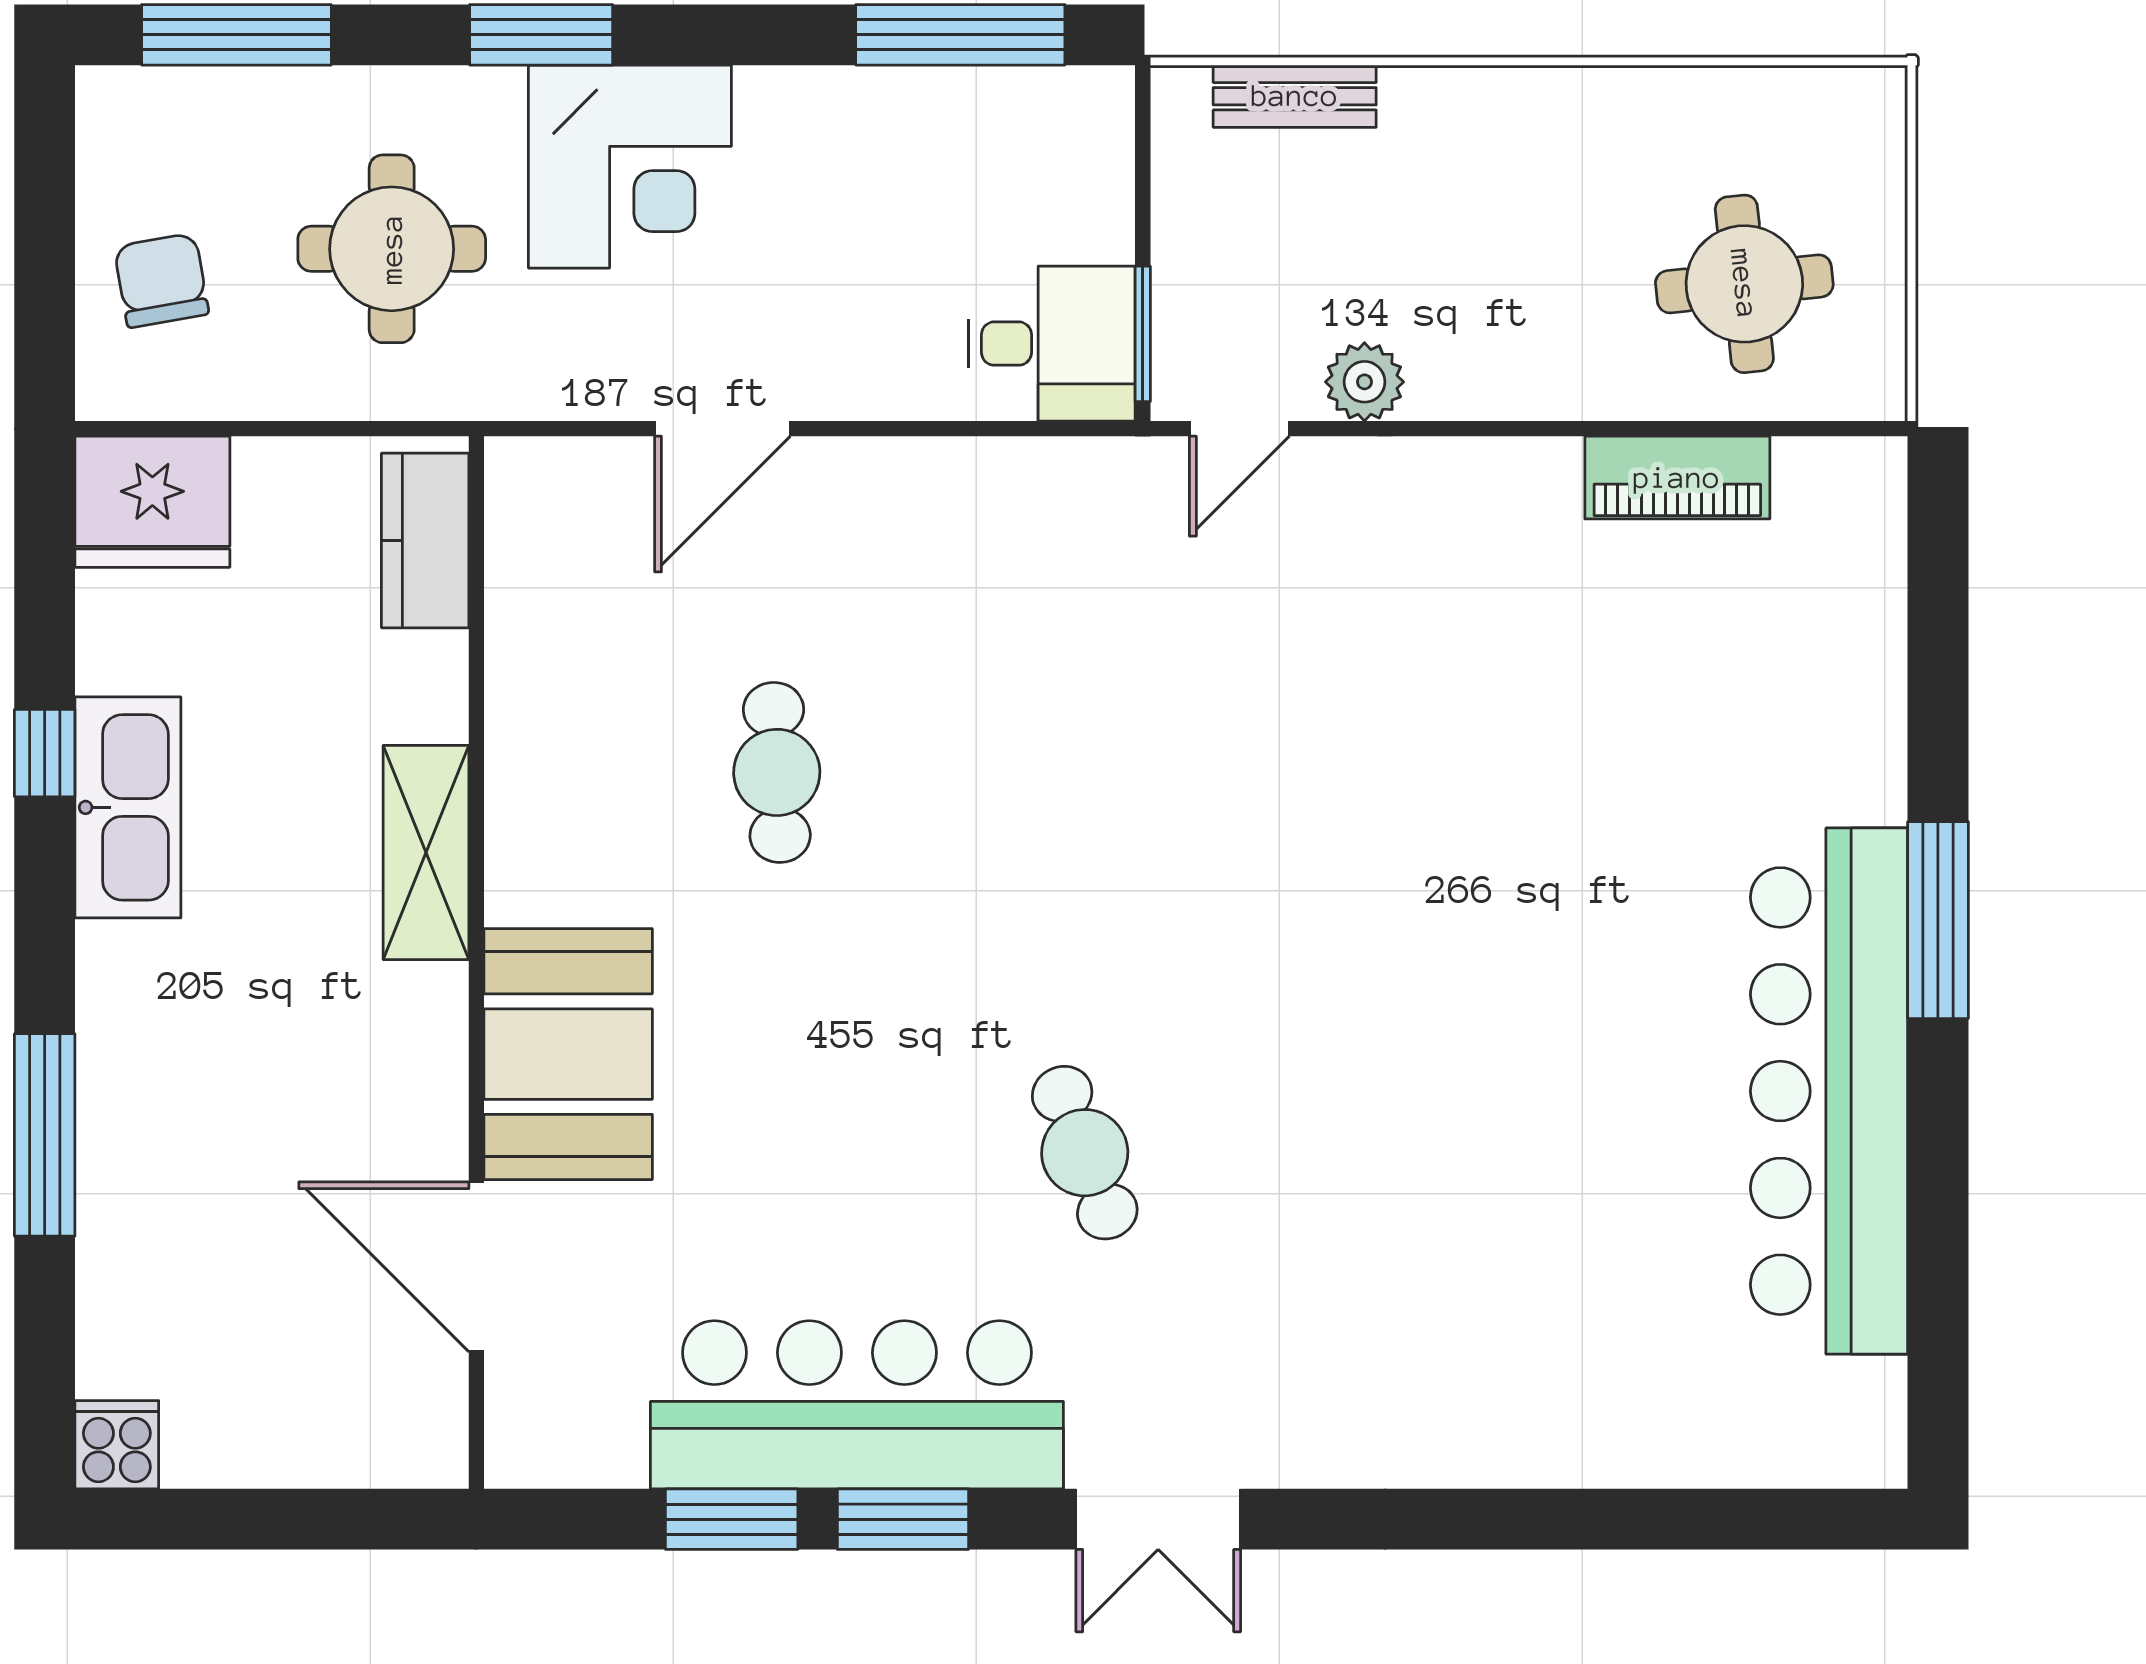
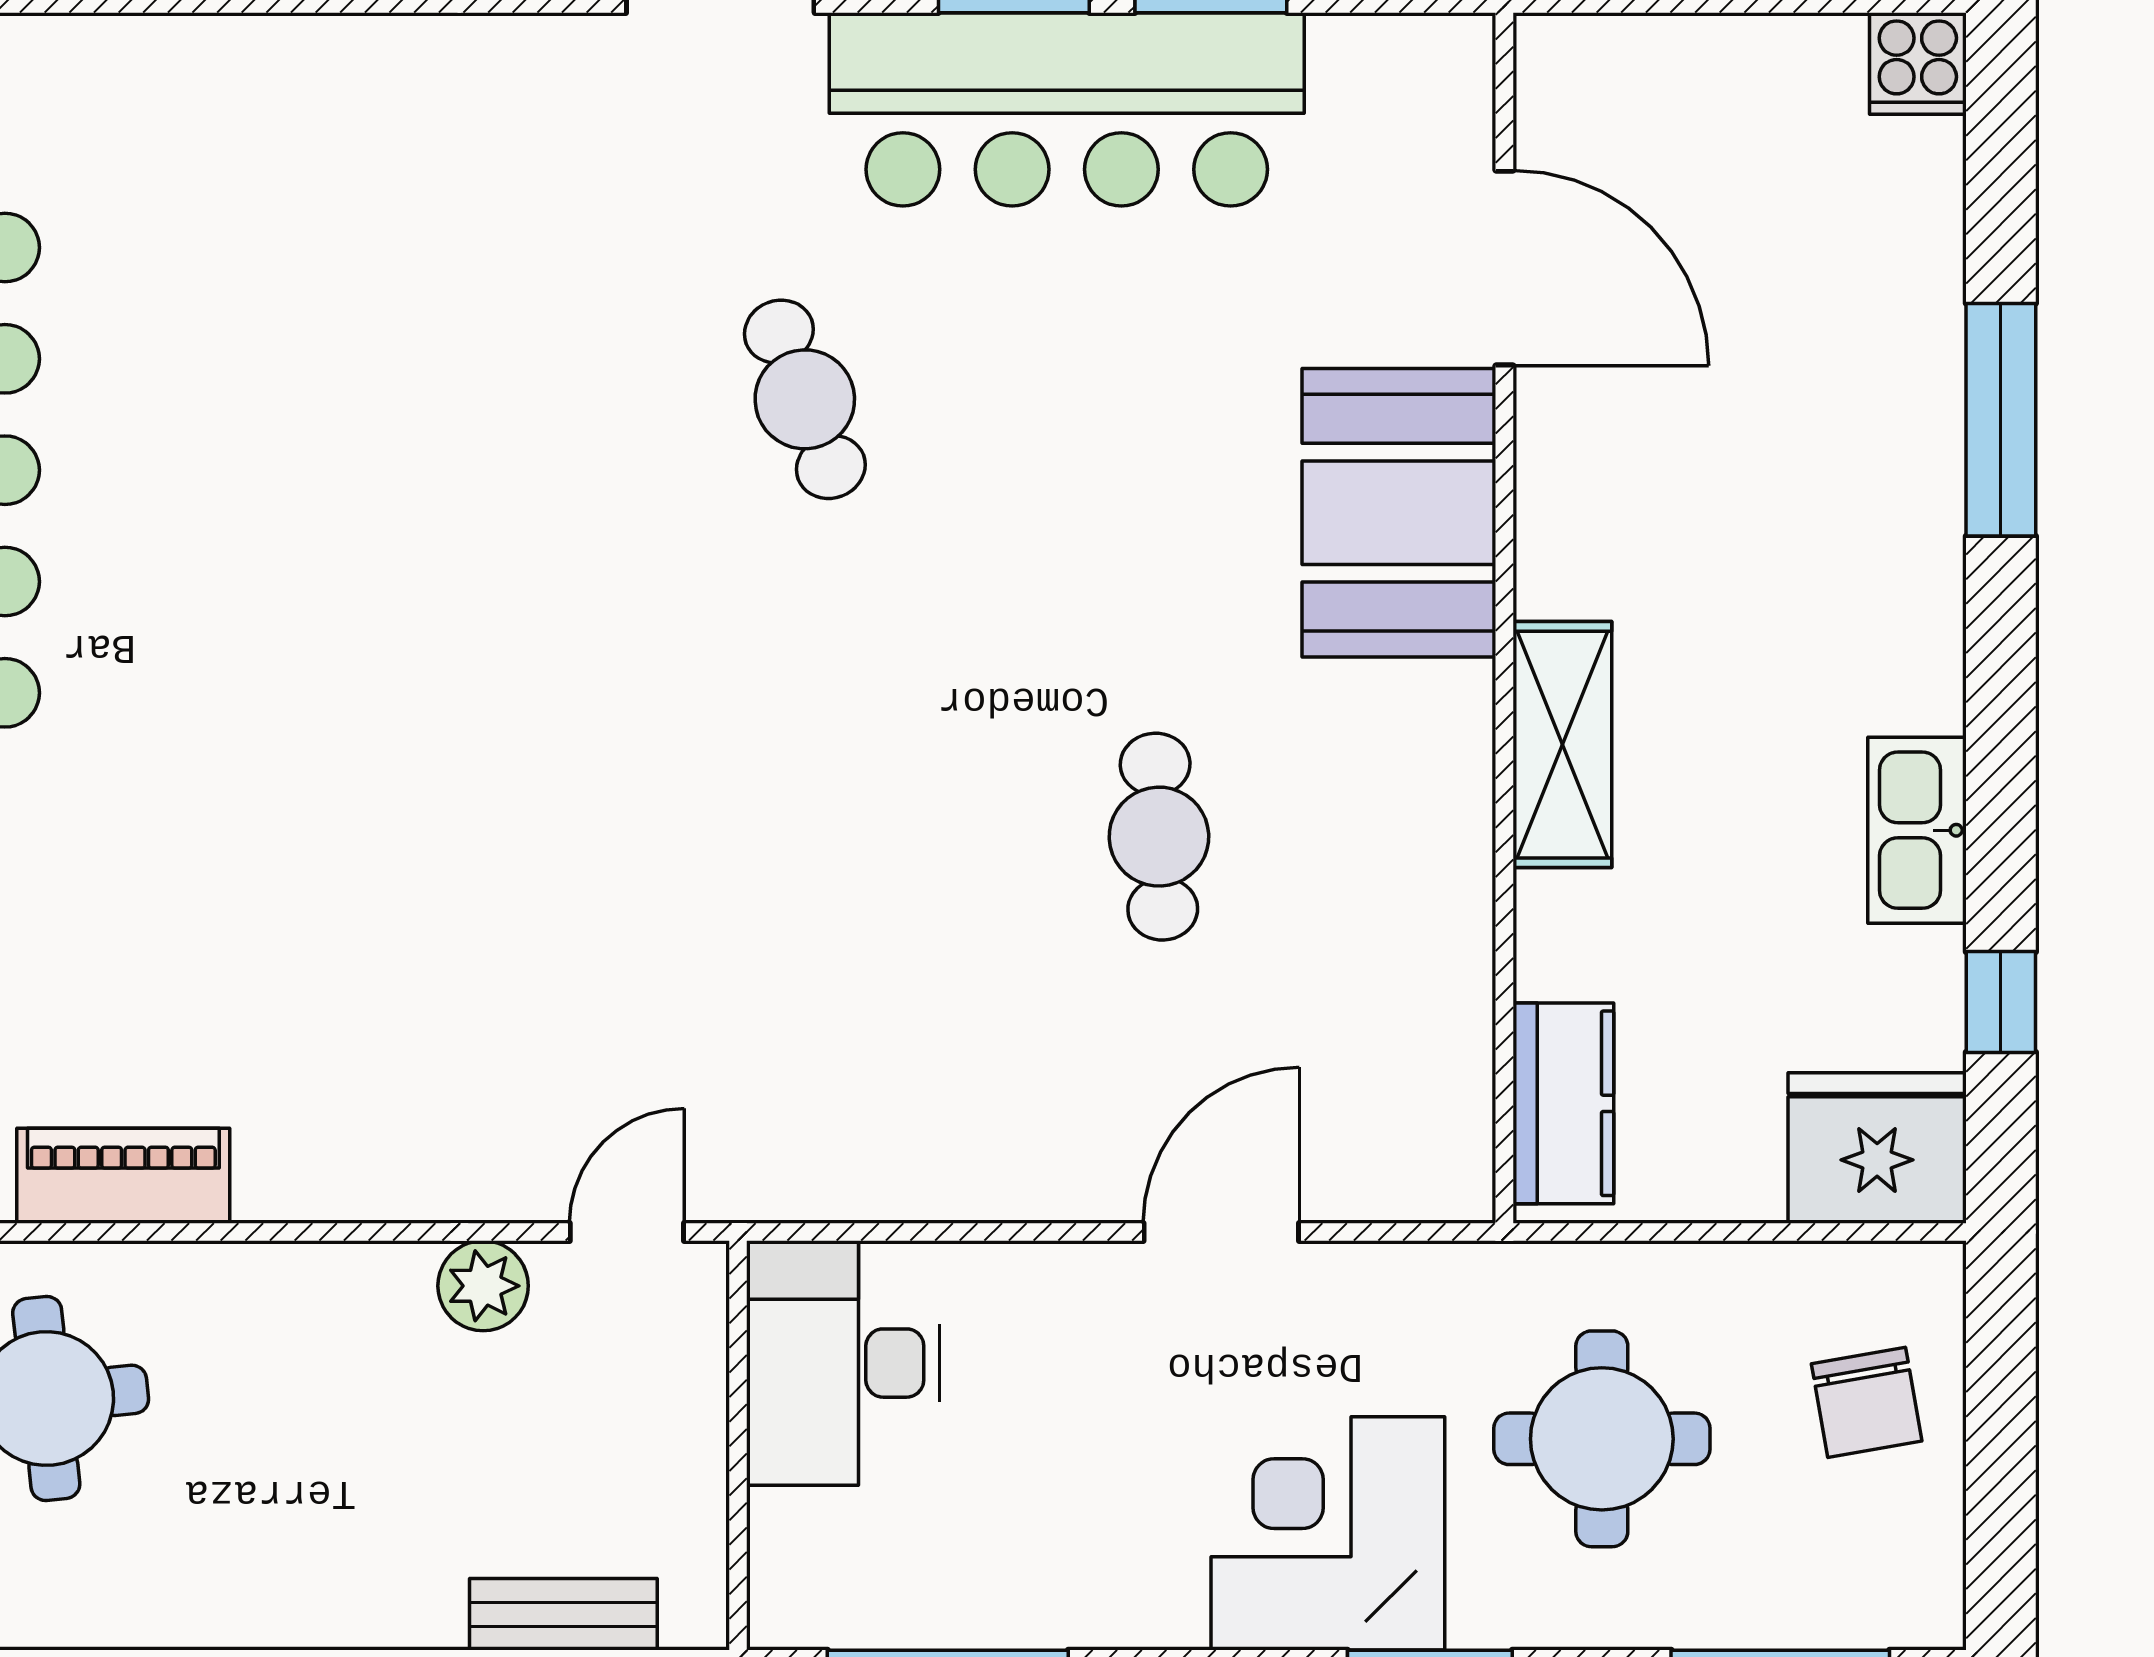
window: (1143, 334) -> (738, 1341), removed
desk: (1052, 344) -> (843, 1363), width x1.37
window: (45, 753) -> (2001, 1002), moved
kitchen sink: (128, 807) -> (1917, 830), width x0.73, depth x0.81

